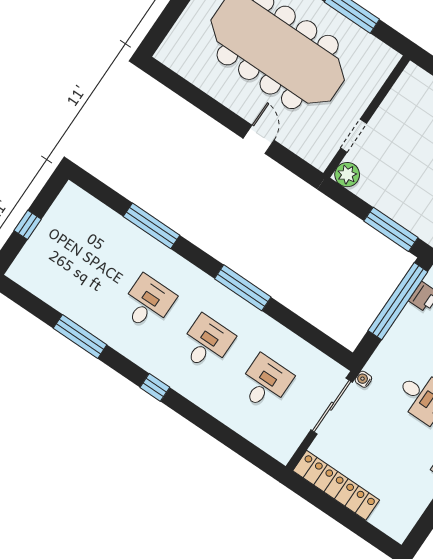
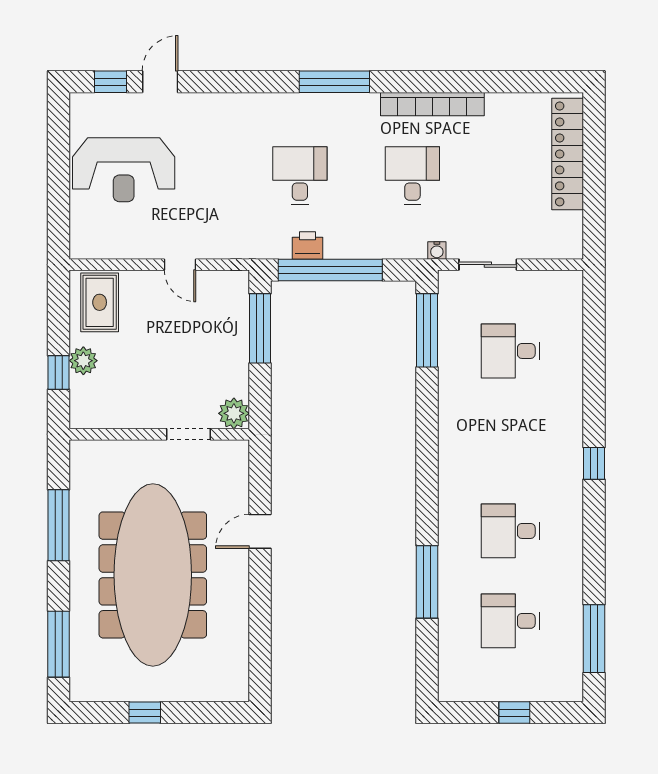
window: (243, 288) -> (427, 330), moved
window: (80, 337) -> (594, 639), moved
desk: (206, 343) -> (511, 621), moved
sliding door: (332, 406) -> (488, 265), width x0.73
locker: (336, 485) -> (568, 154), moved

